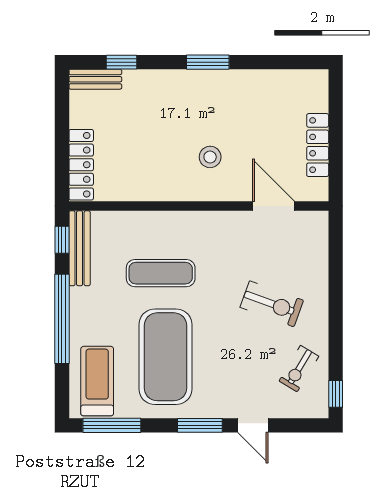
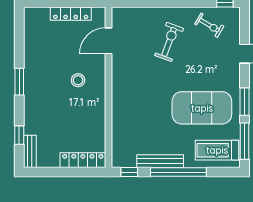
bench: (80, 248) -> (160, 161), moved
exercise mat: (161, 273) -> (150, 111), removed
window: (200, 425) -> (244, 102), moved

